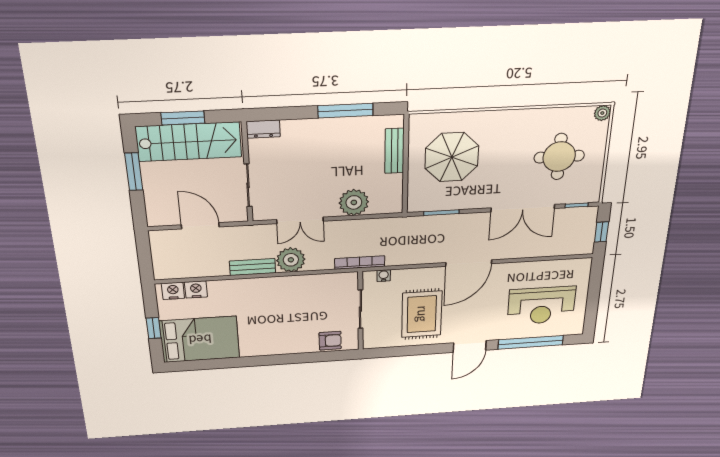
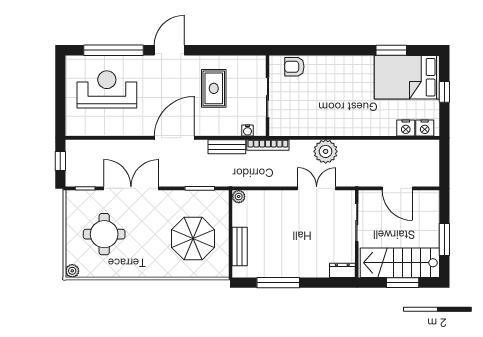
plant: (354, 202) -> (239, 197), moved, width x0.53, depth x0.53
bench: (253, 267) -> (227, 147), moved
rug: (422, 314) -> (214, 88), width x0.73, depth x0.70
window: (220, 363) -> (391, 50), added

